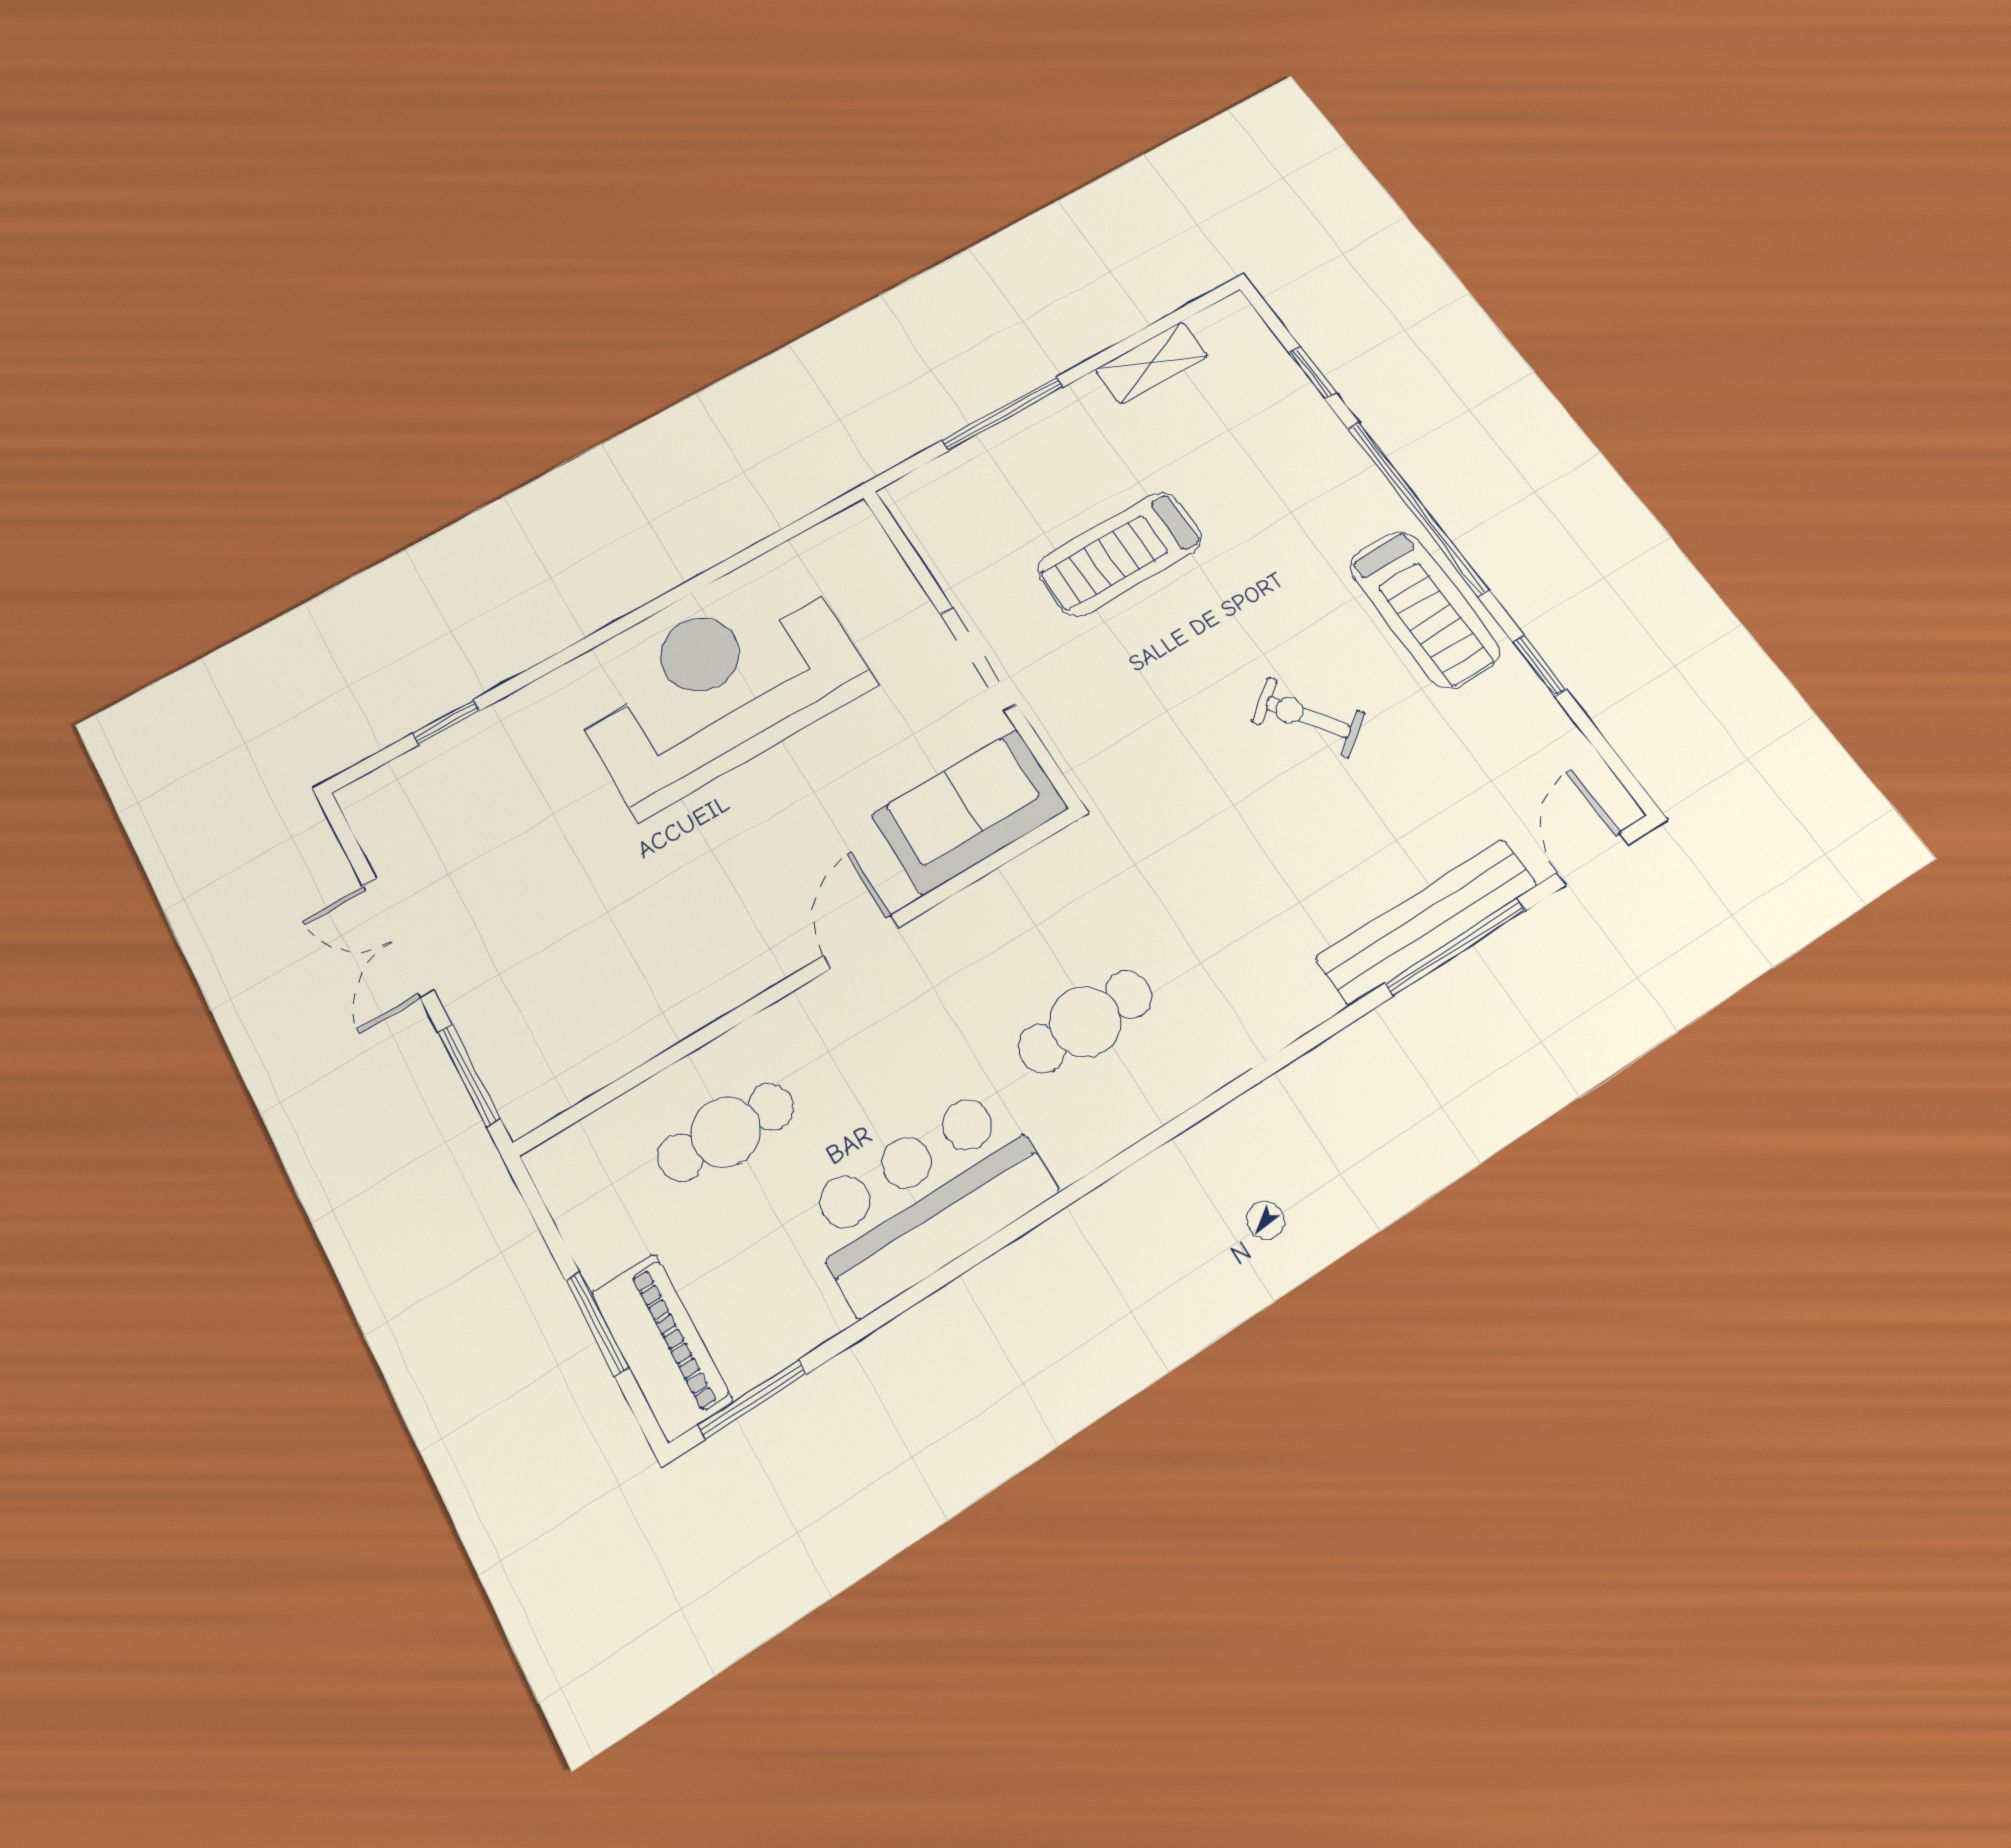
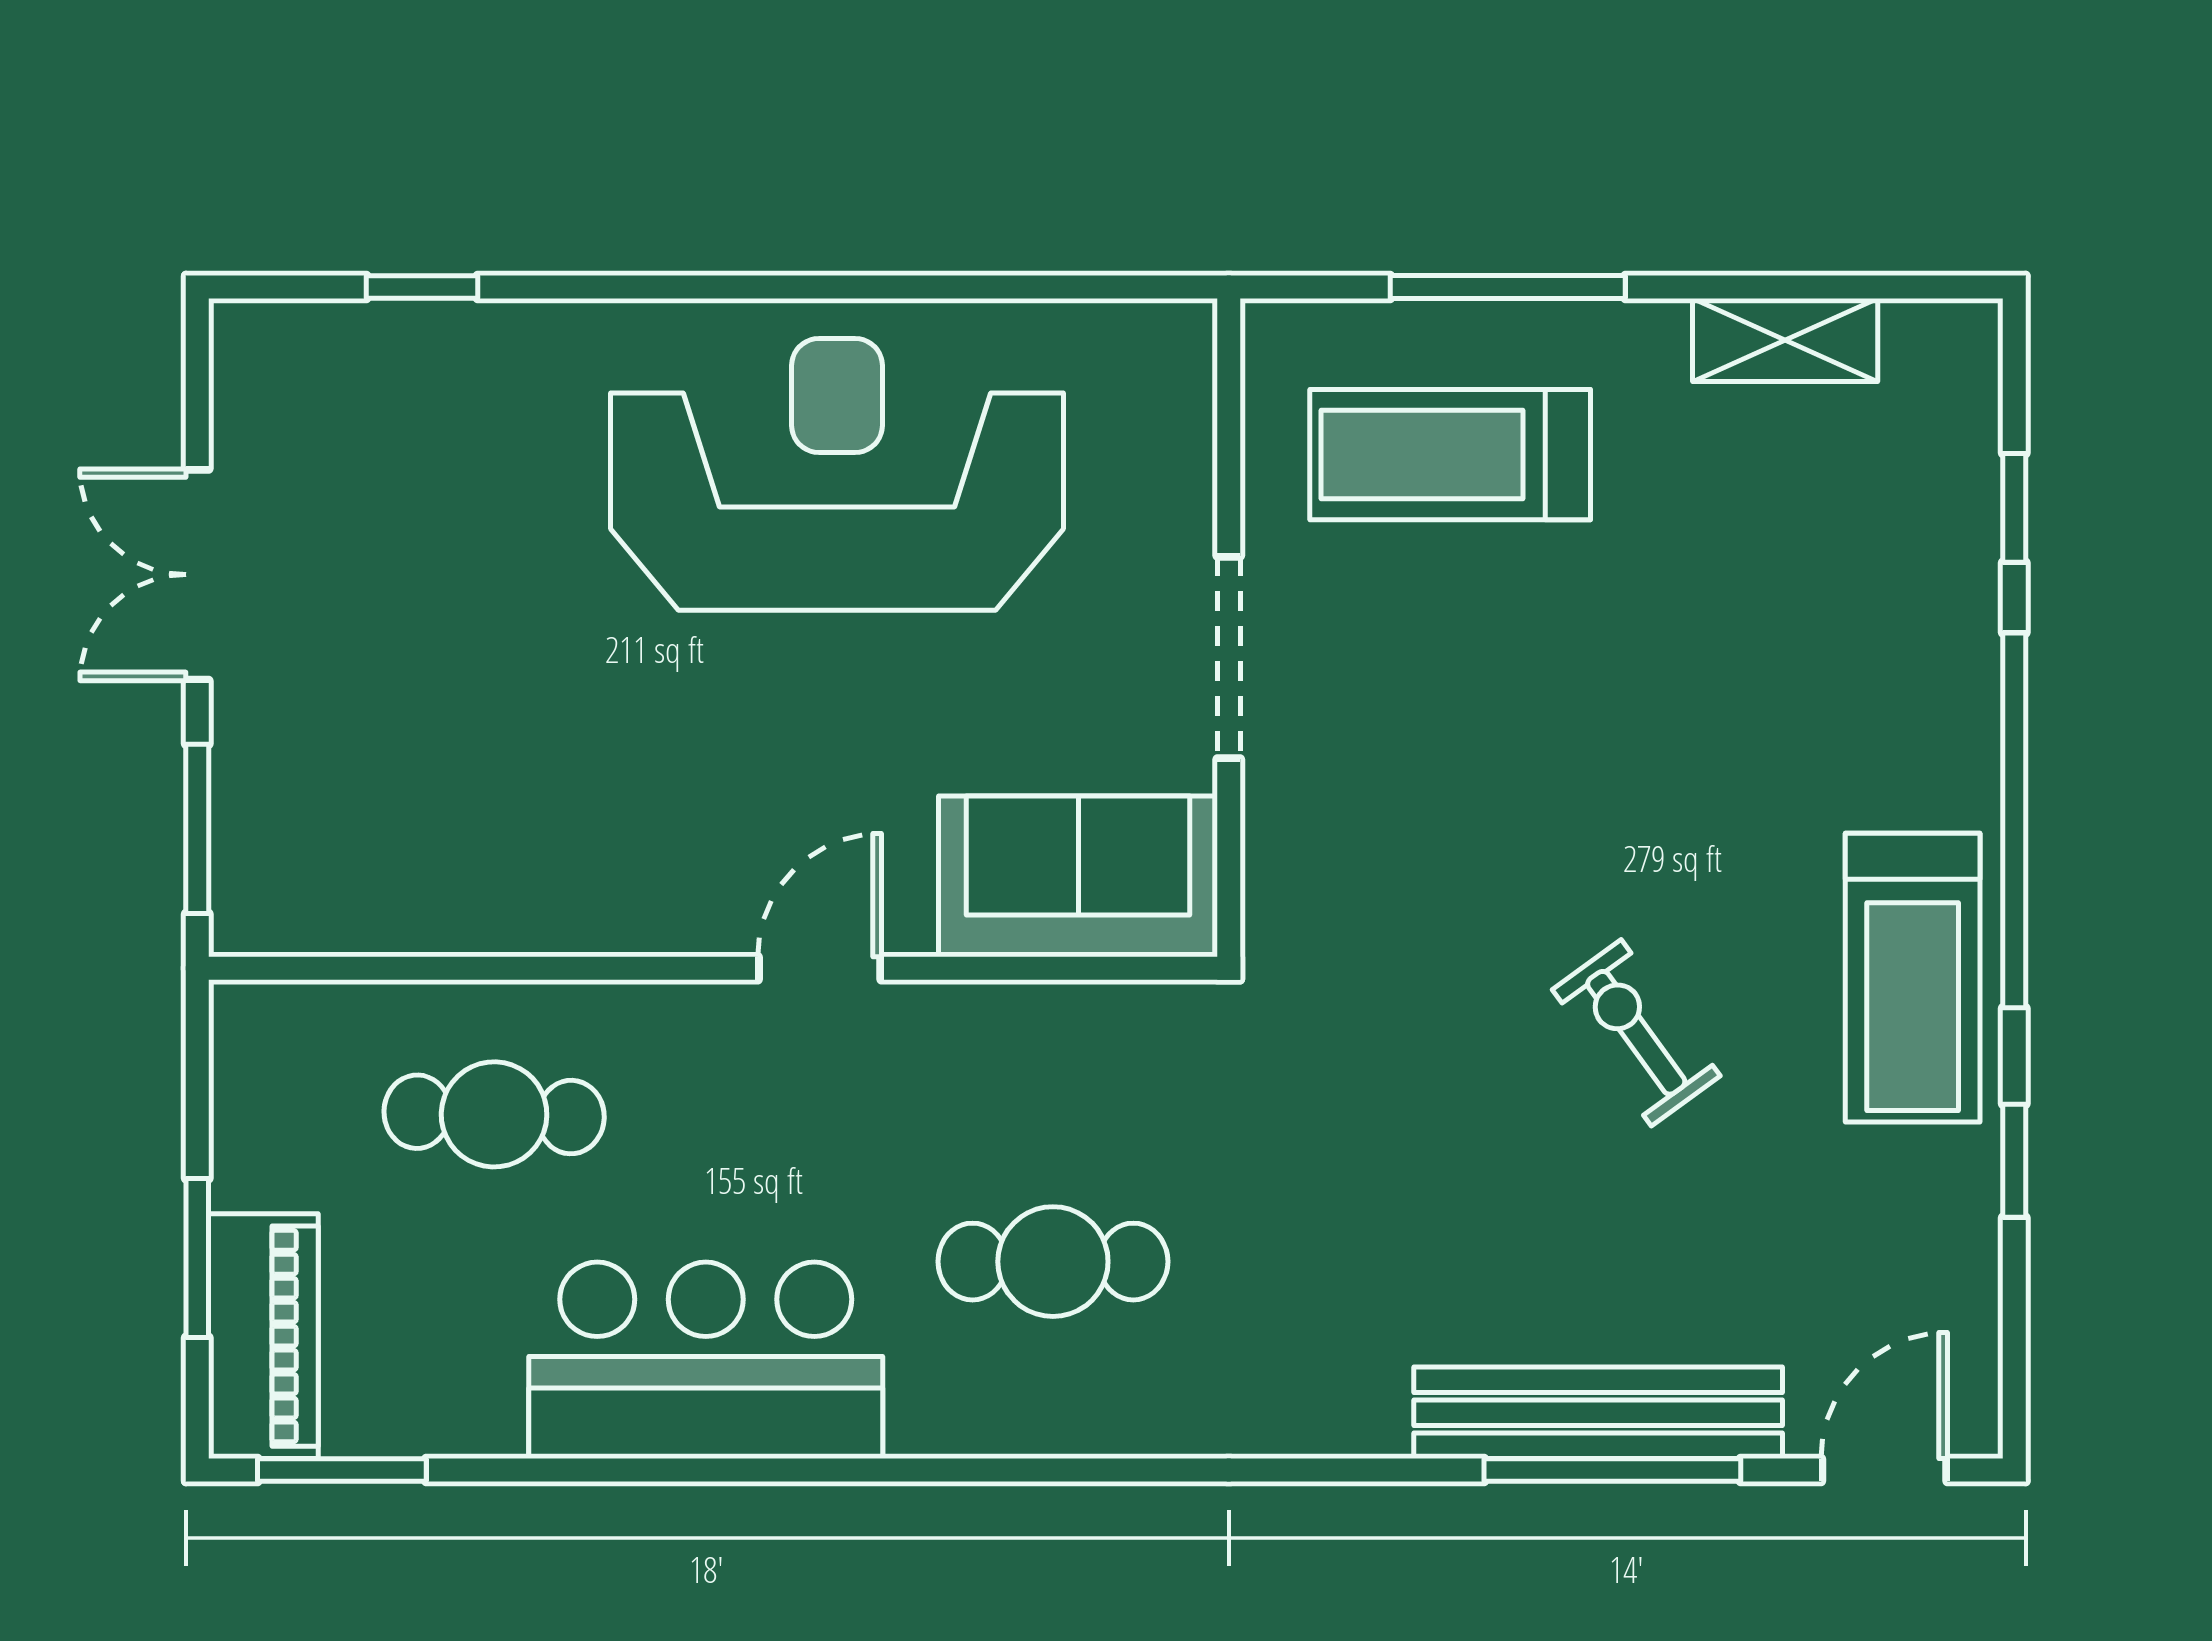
treadmill: (1120, 554) -> (1450, 455), moved

